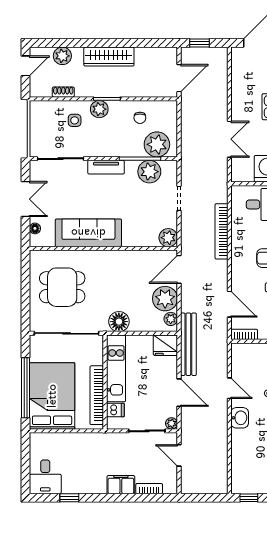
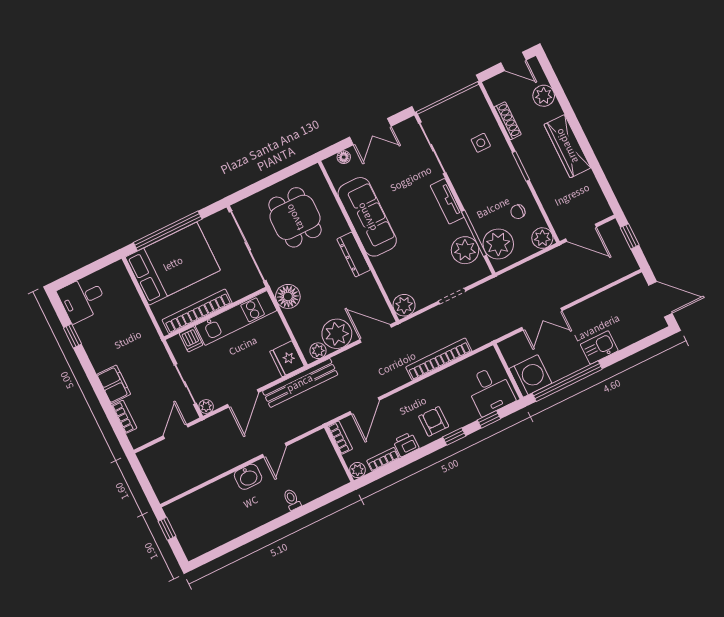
shoe rack: (63, 92) -> (508, 121), width x1.43
plant: (99, 109) -> (542, 238), moved
dresser: (112, 257) -> (354, 254), added

